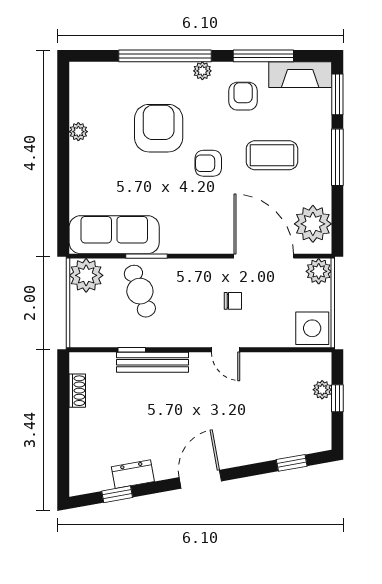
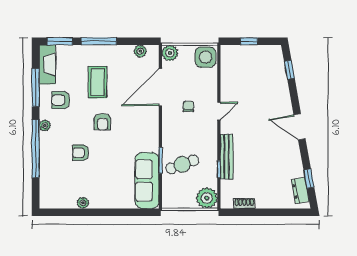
armchair: (159, 128) -> (81, 153), width x0.53, depth x0.53
plant: (313, 224) -> (140, 51), width x0.53, depth x0.53
plant: (86, 275) -> (207, 198), moved
plant: (322, 390) -> (244, 51), removed
dresser: (133, 474) -> (300, 190), moved

